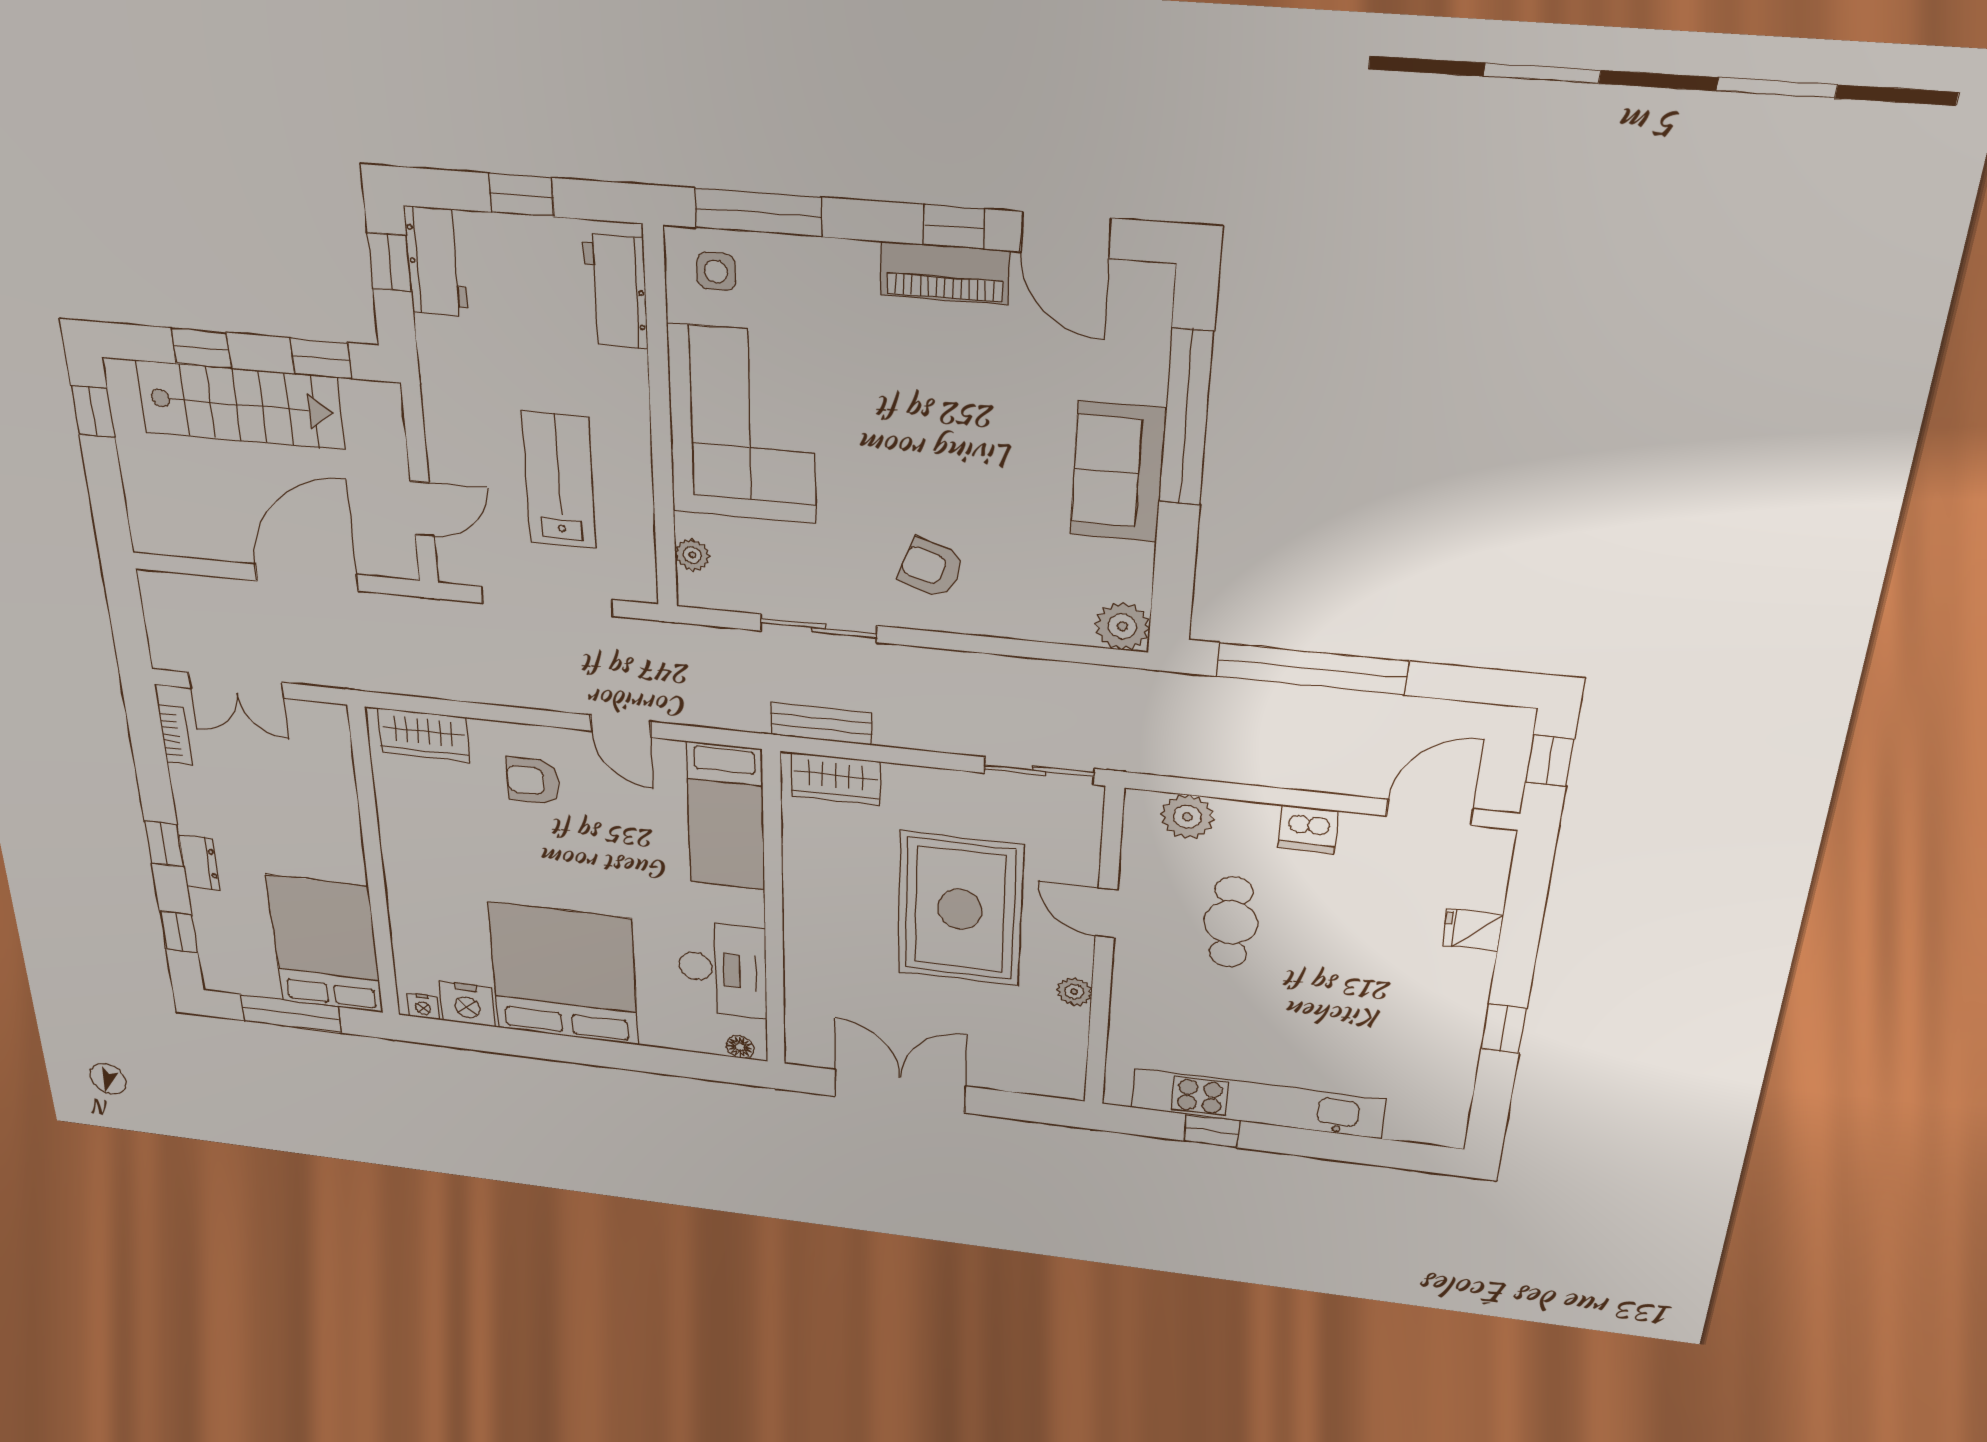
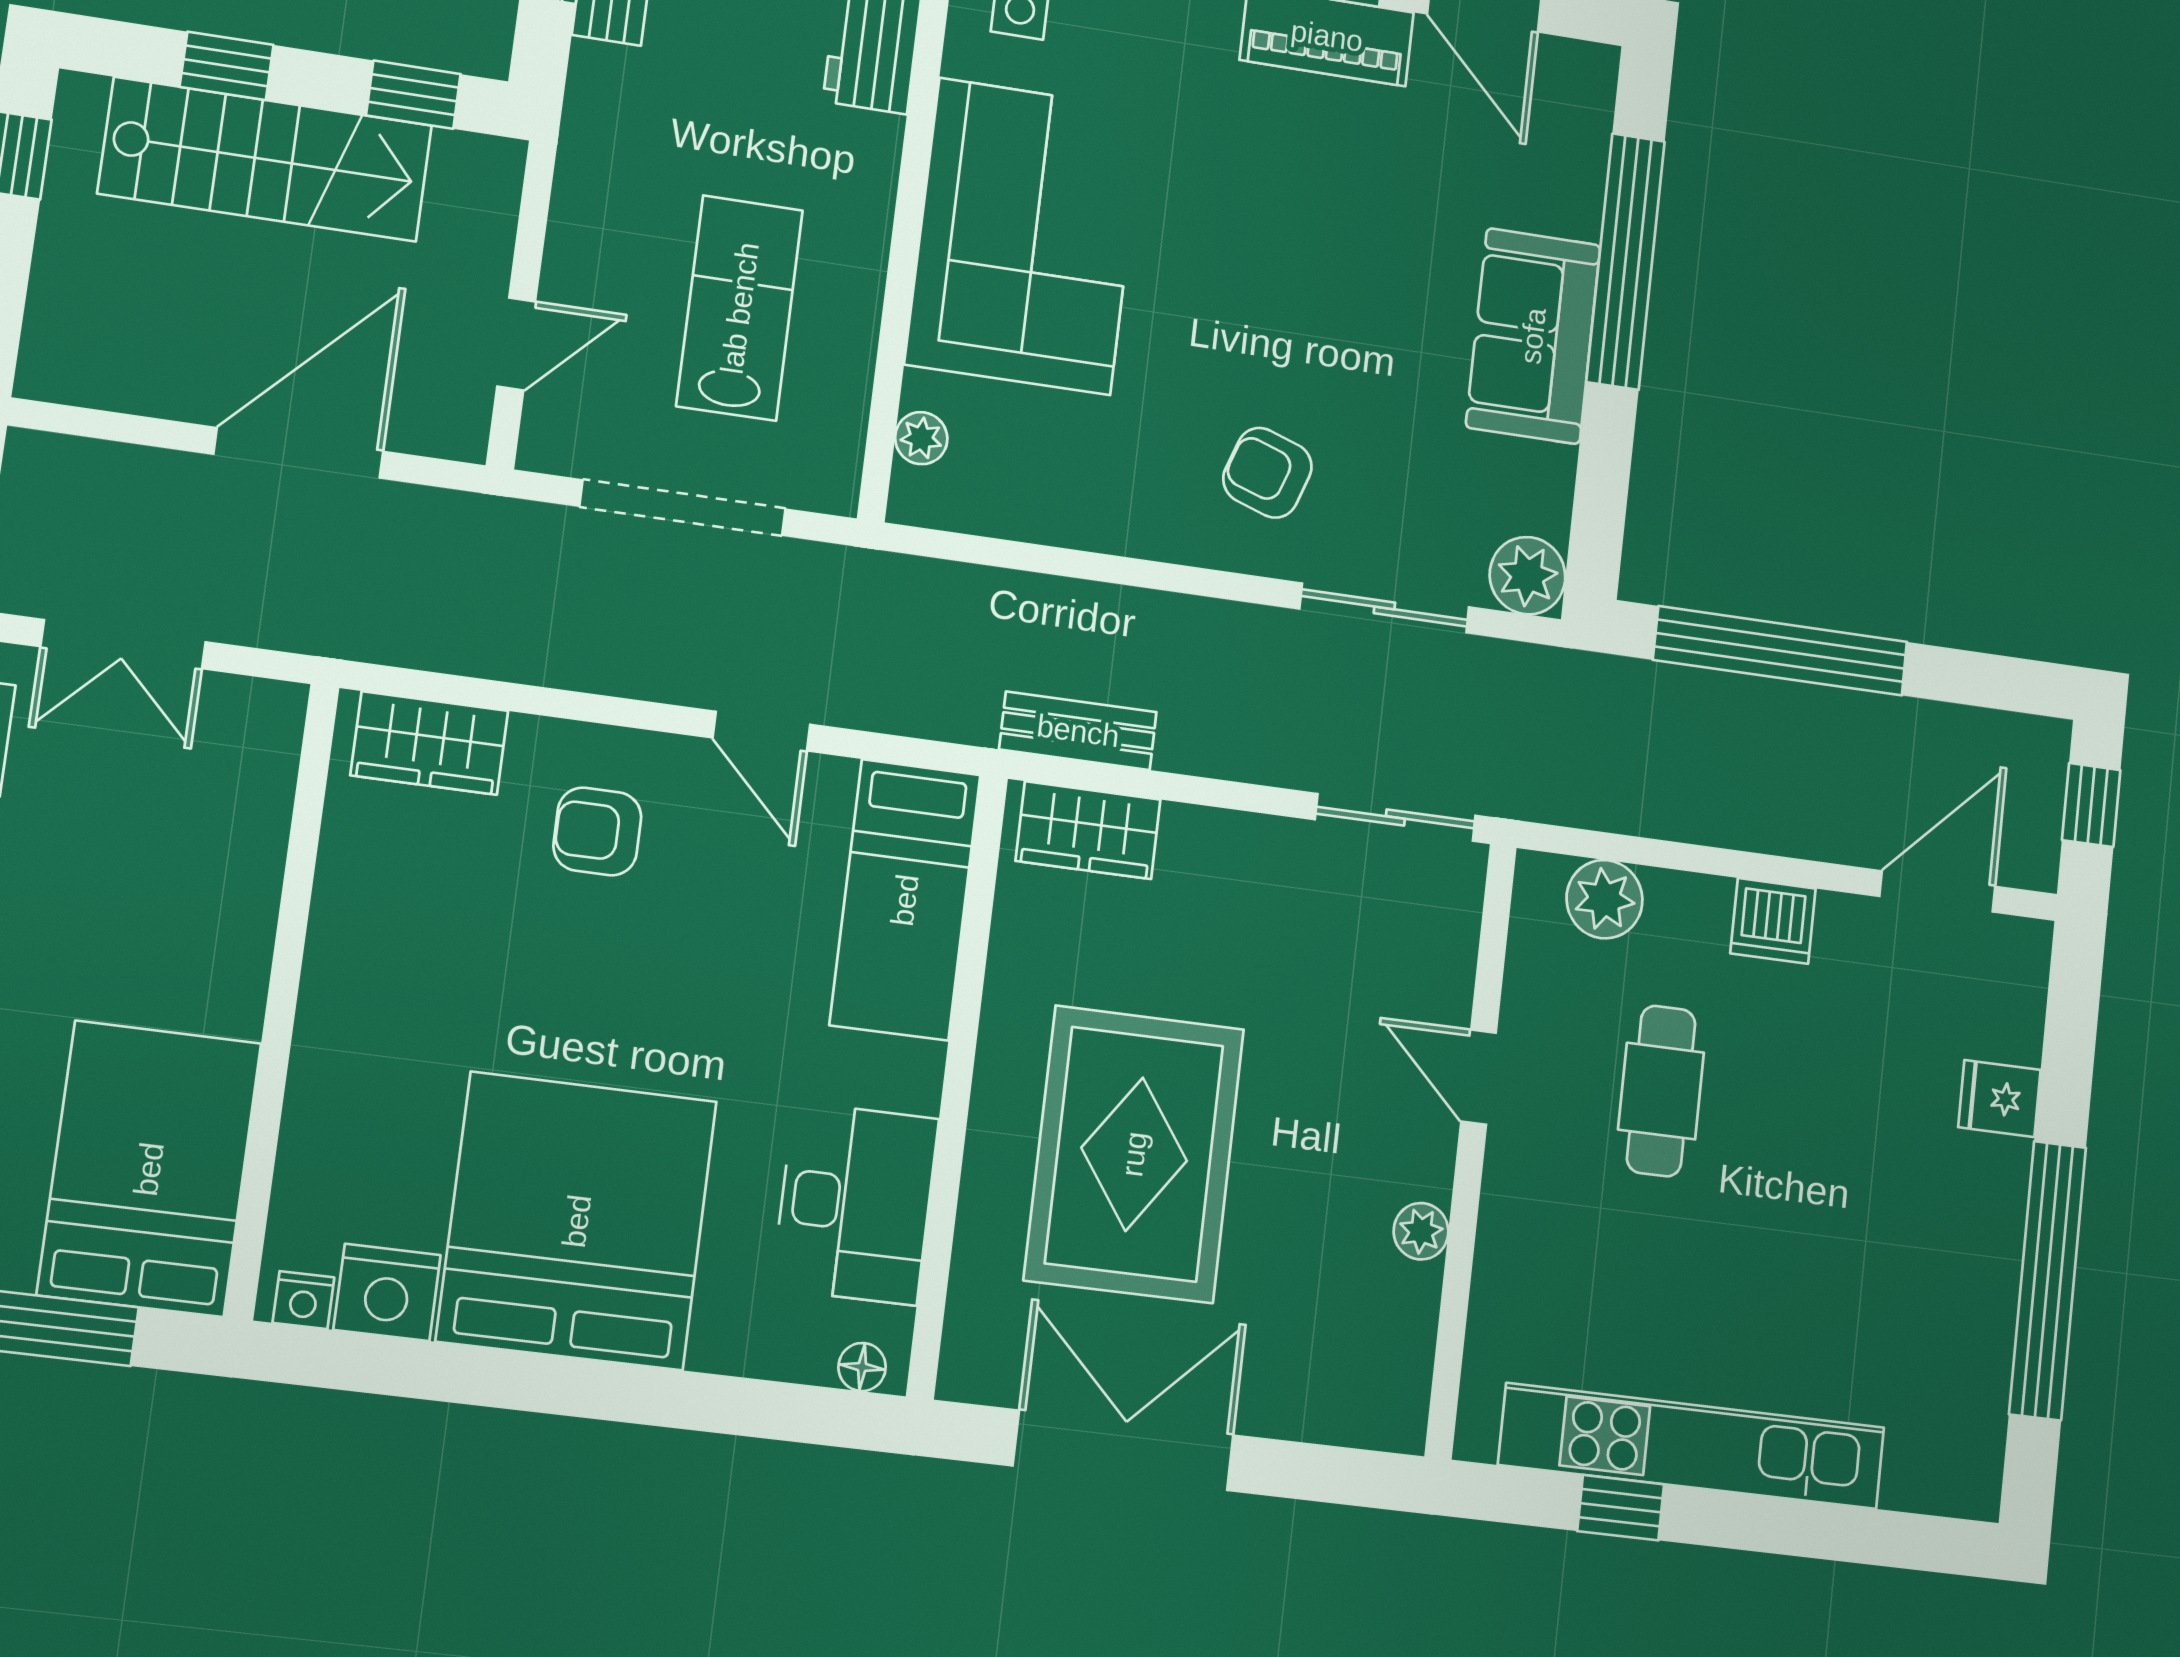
sliding door: (818, 628) -> (1384, 608), moved
rug: (960, 909) -> (1134, 1154), moved
window: (1504, 1029) -> (2048, 1280), width x3.17

